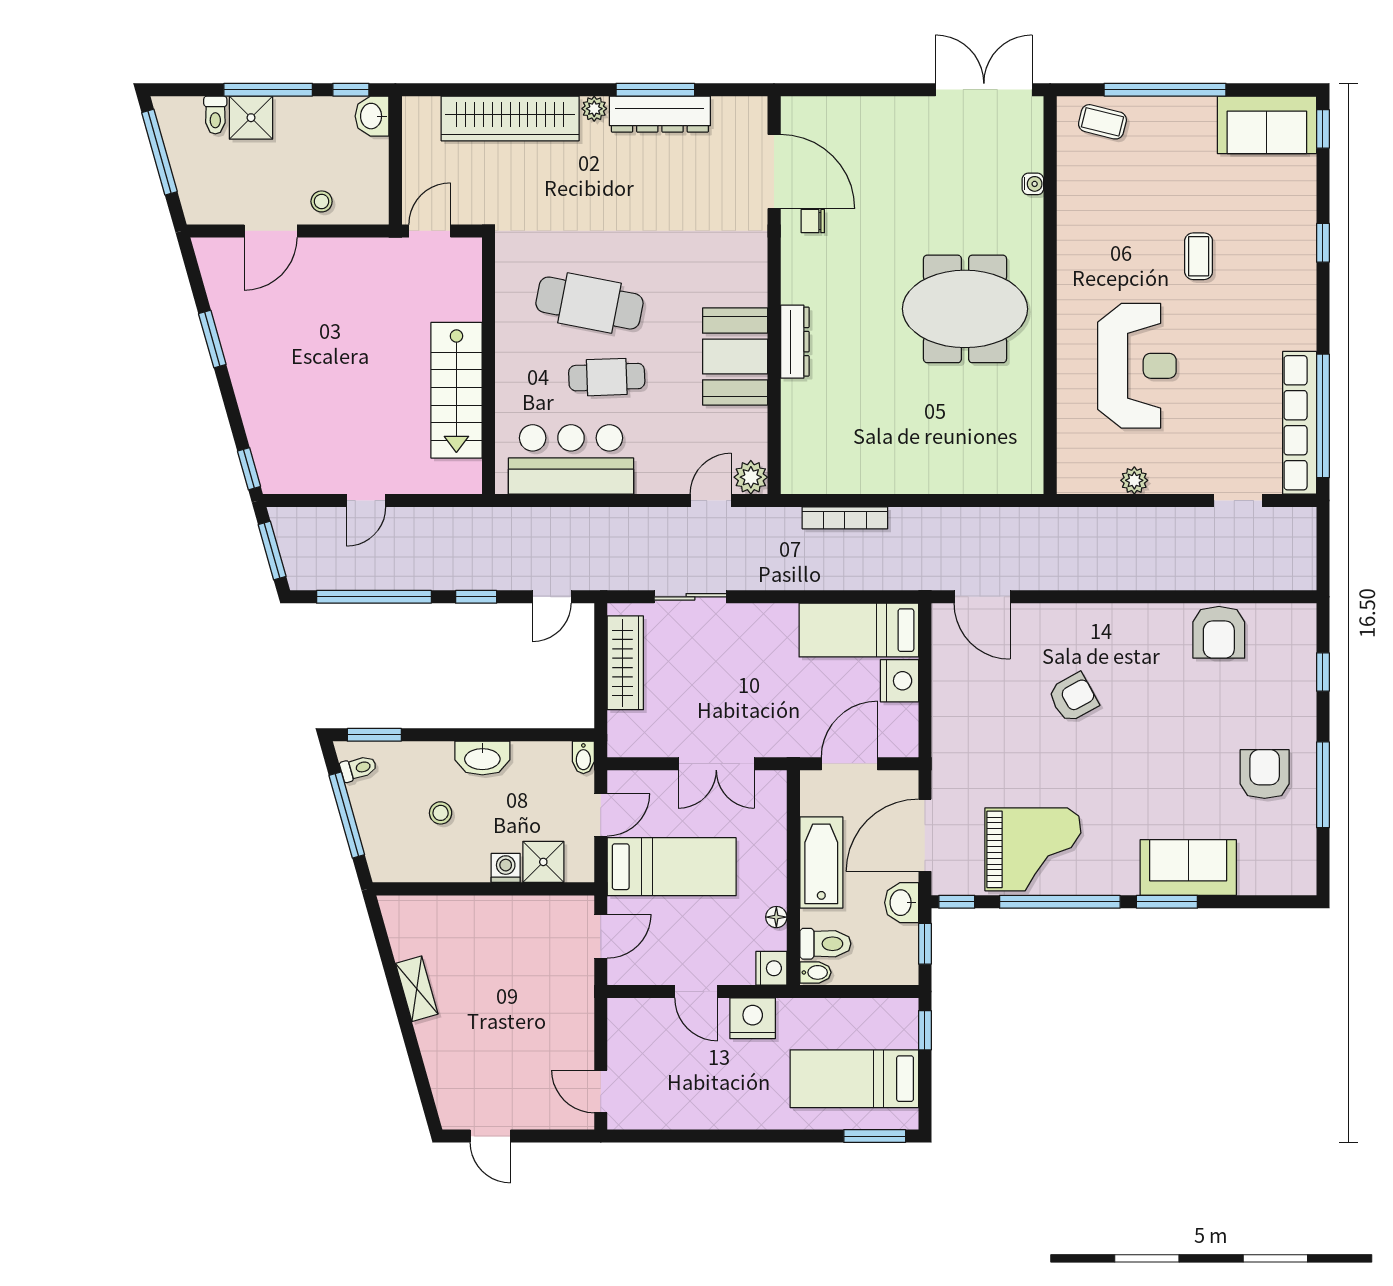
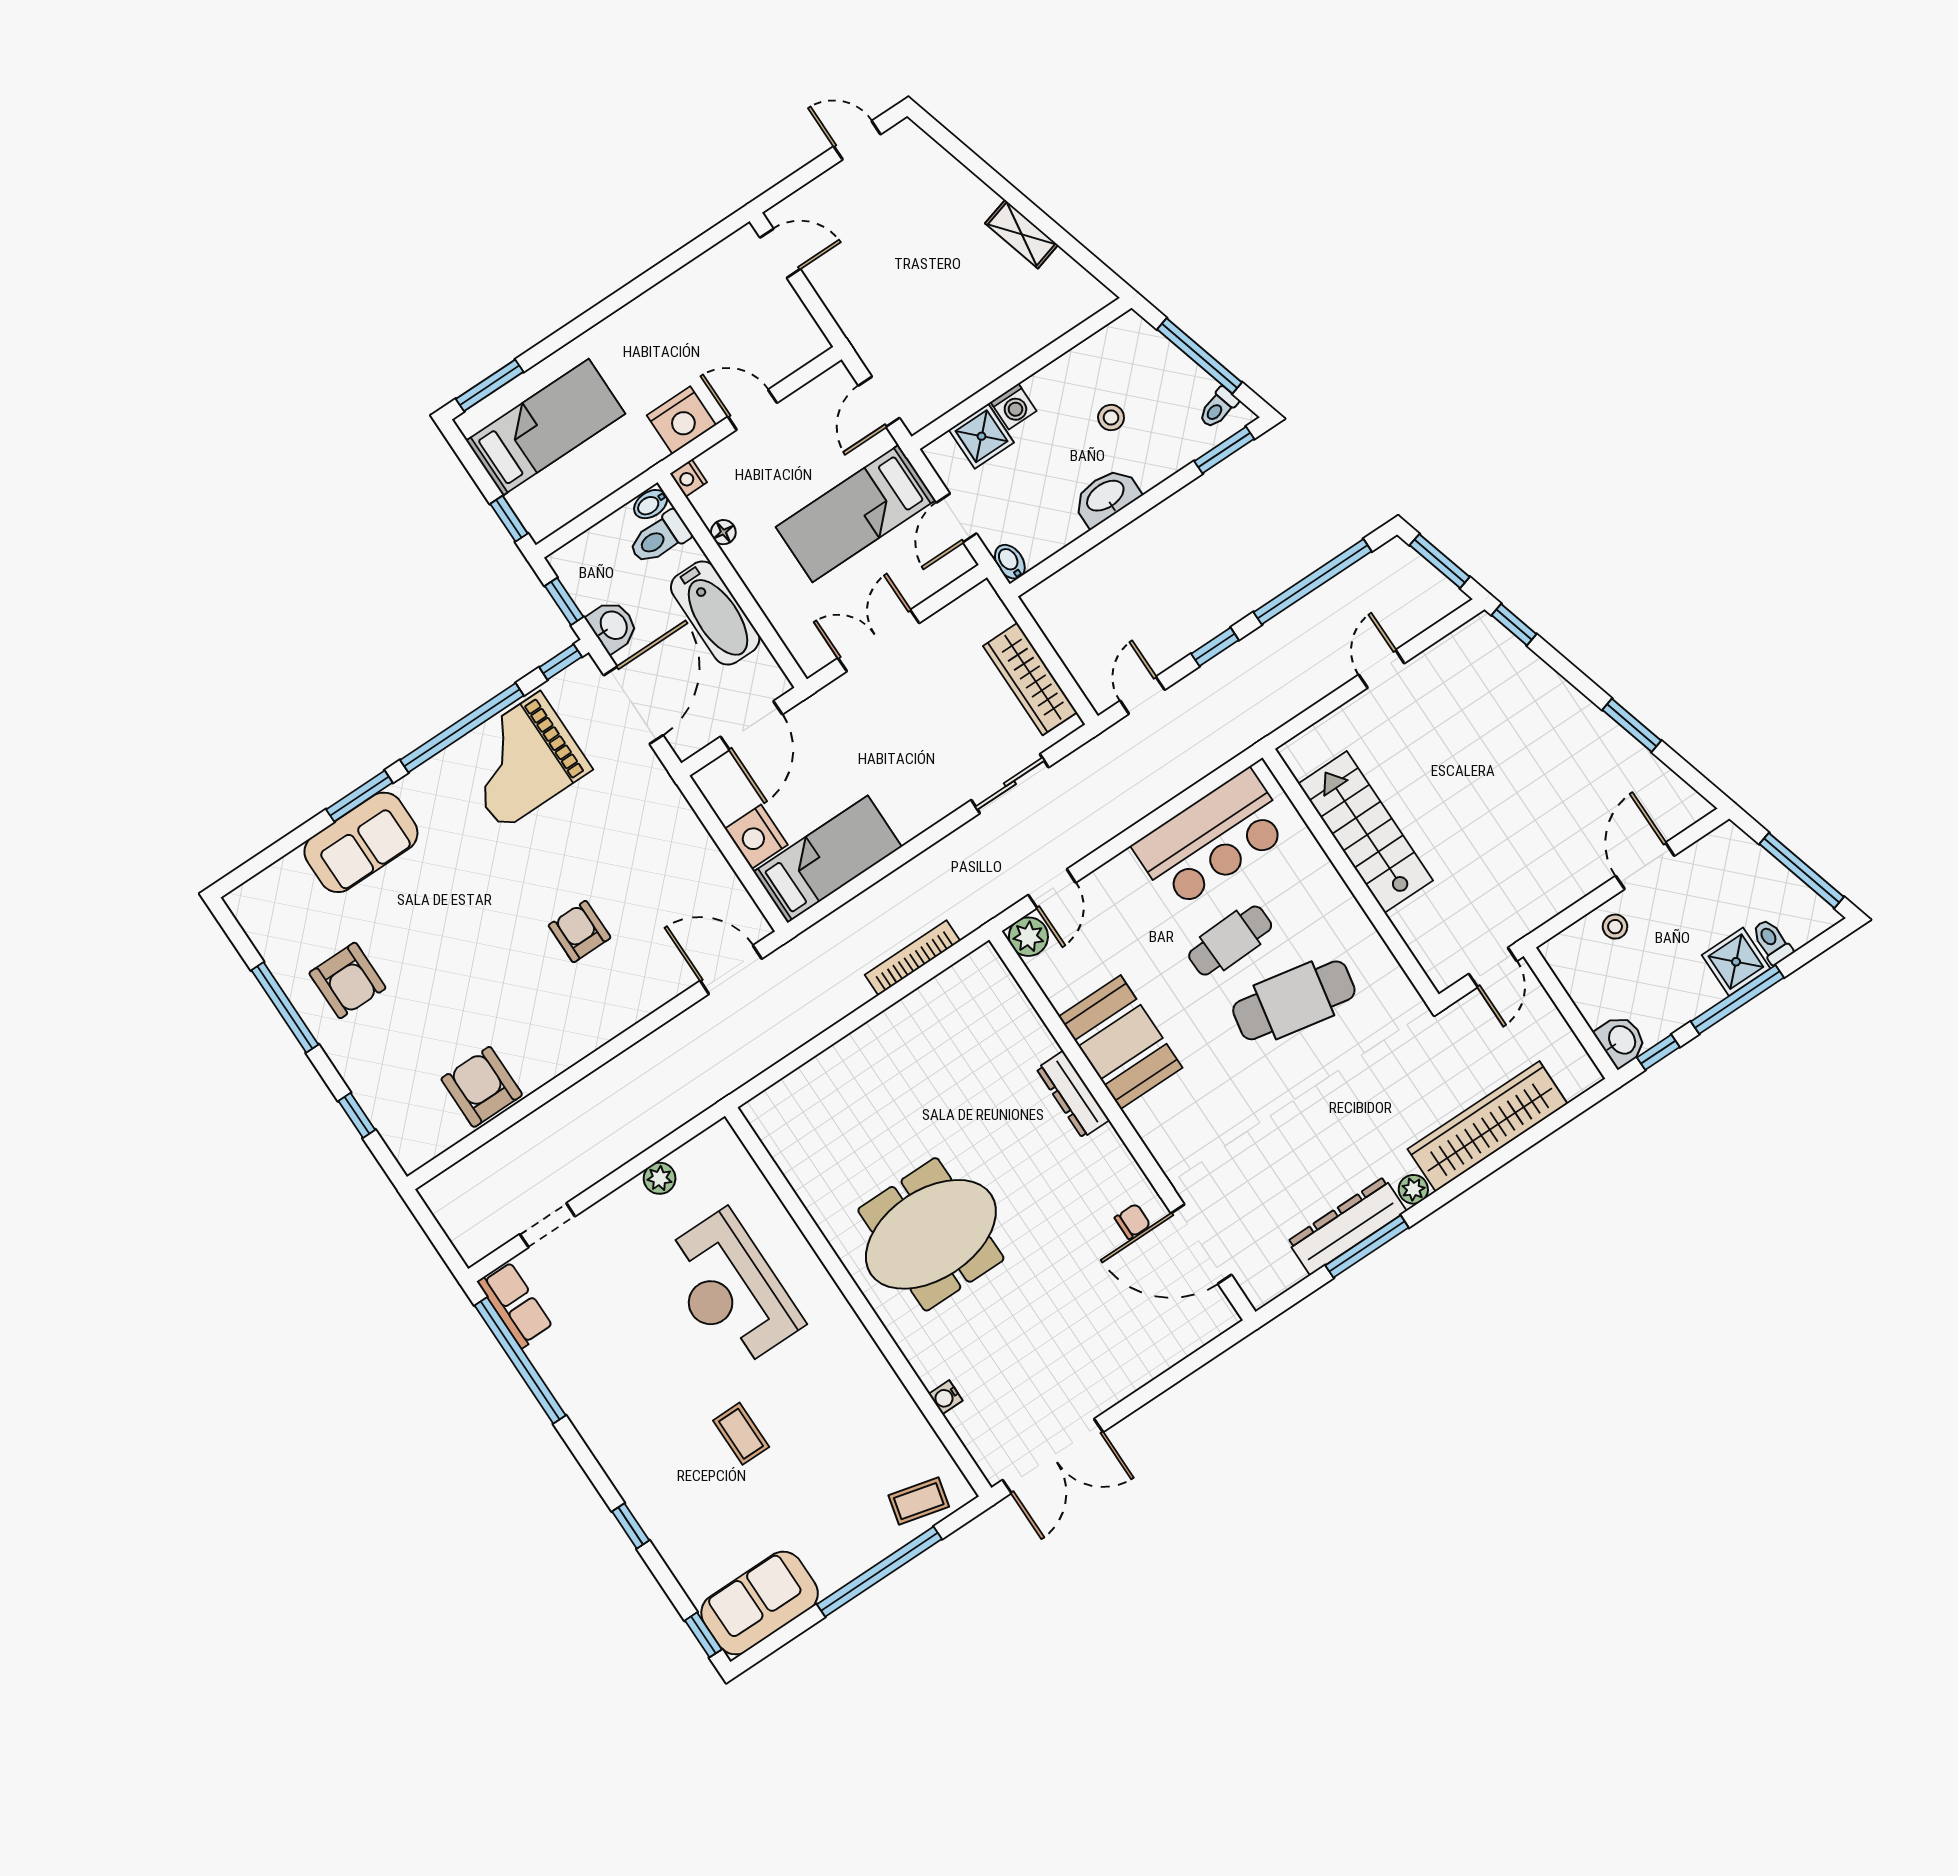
row of seats: (1300, 423) -> (515, 1304), width x0.50
armchair: (1073, 698) -> (580, 932), turned 119
nightstand: (771, 968) -> (689, 478), width x0.72, depth x0.74

